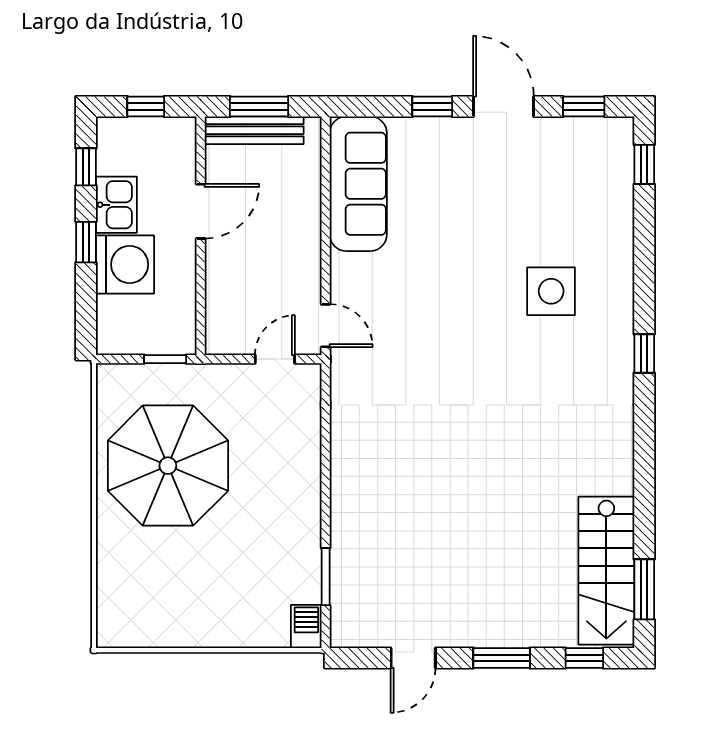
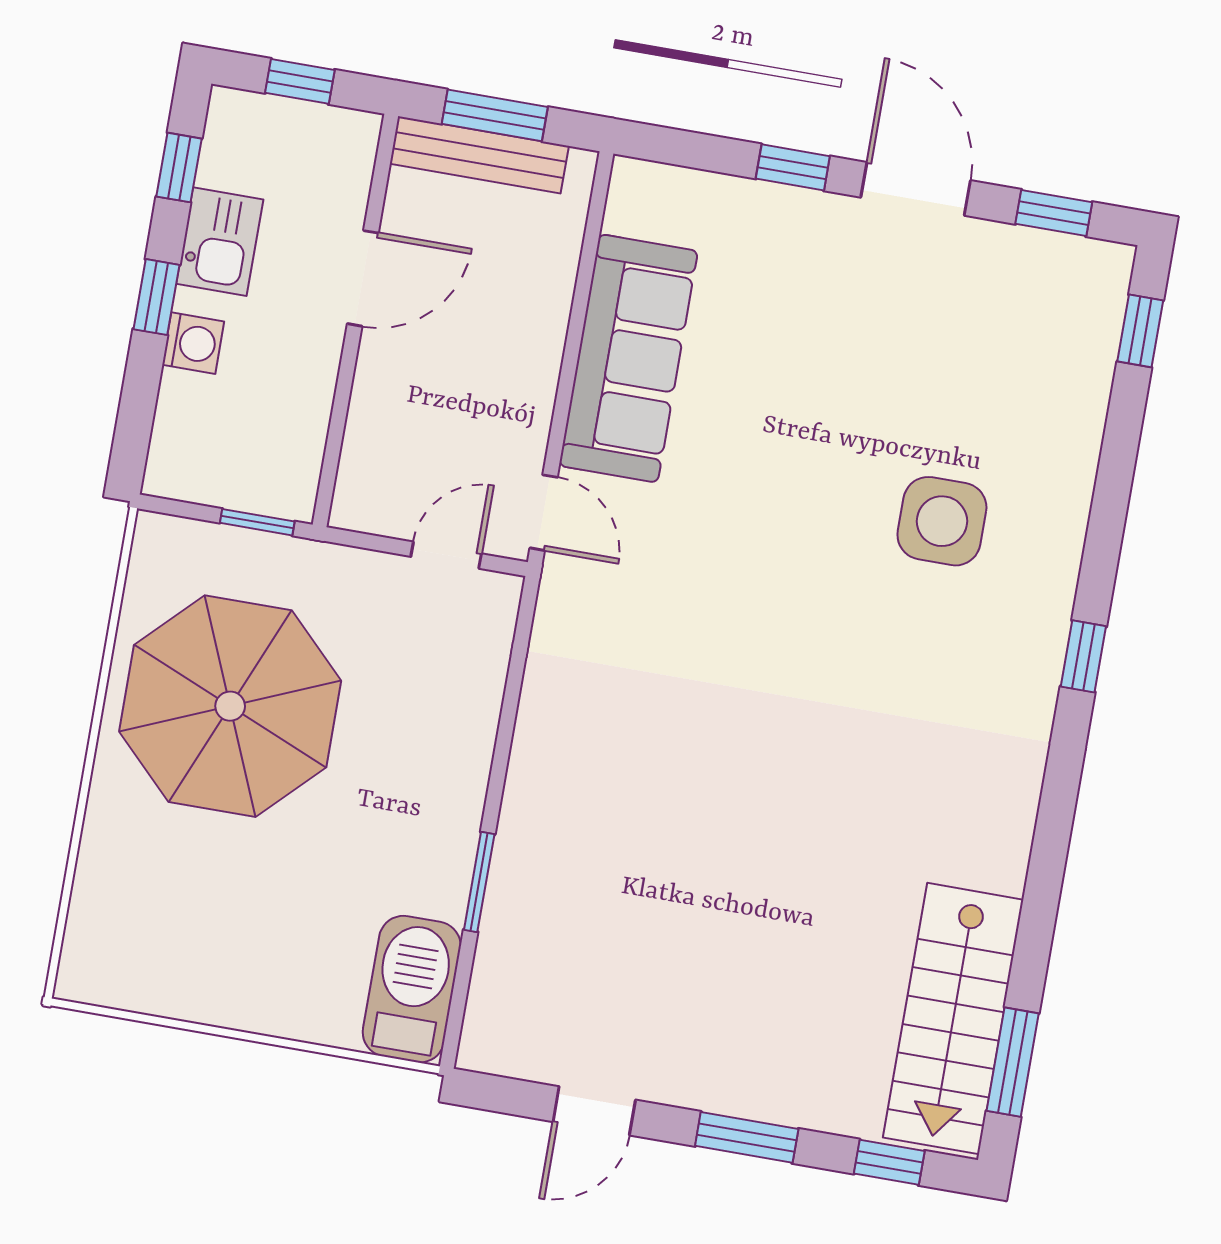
sofa: (358, 184) -> (628, 358), moved
washing machine: (125, 265) -> (193, 343), width x0.53, depth x0.53
window: (326, 577) -> (479, 882), moved
barbecue: (306, 626) -> (412, 989), width x1.88, depth x1.53

